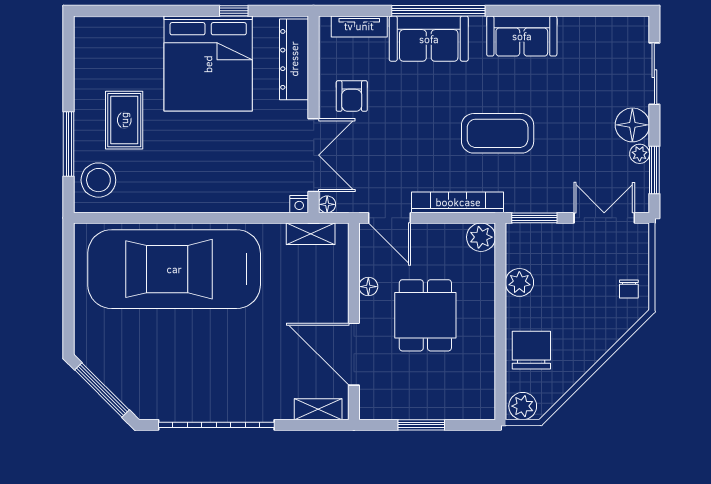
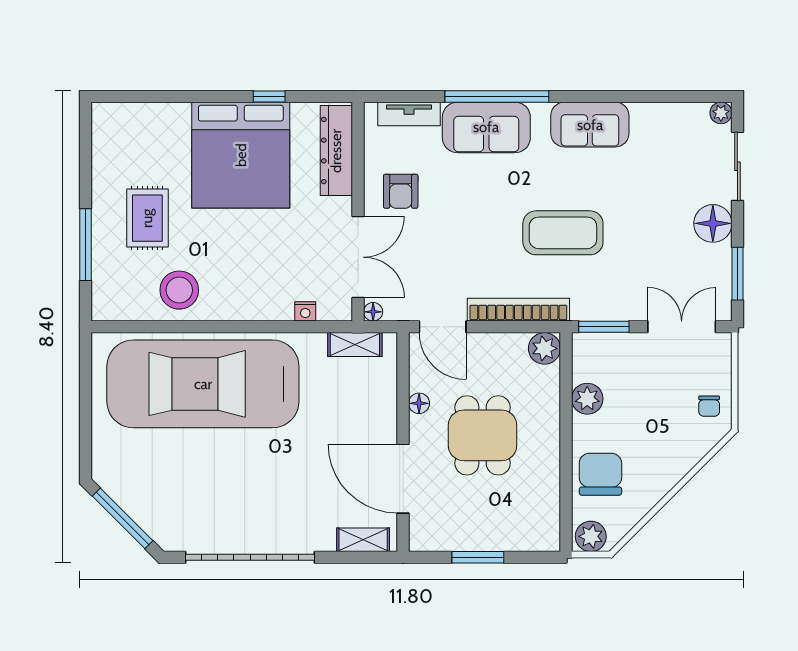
plant: (640, 154) -> (721, 113), moved
stool: (98, 180) -> (179, 290), moved
nightstand: (299, 204) -> (305, 311), moved

